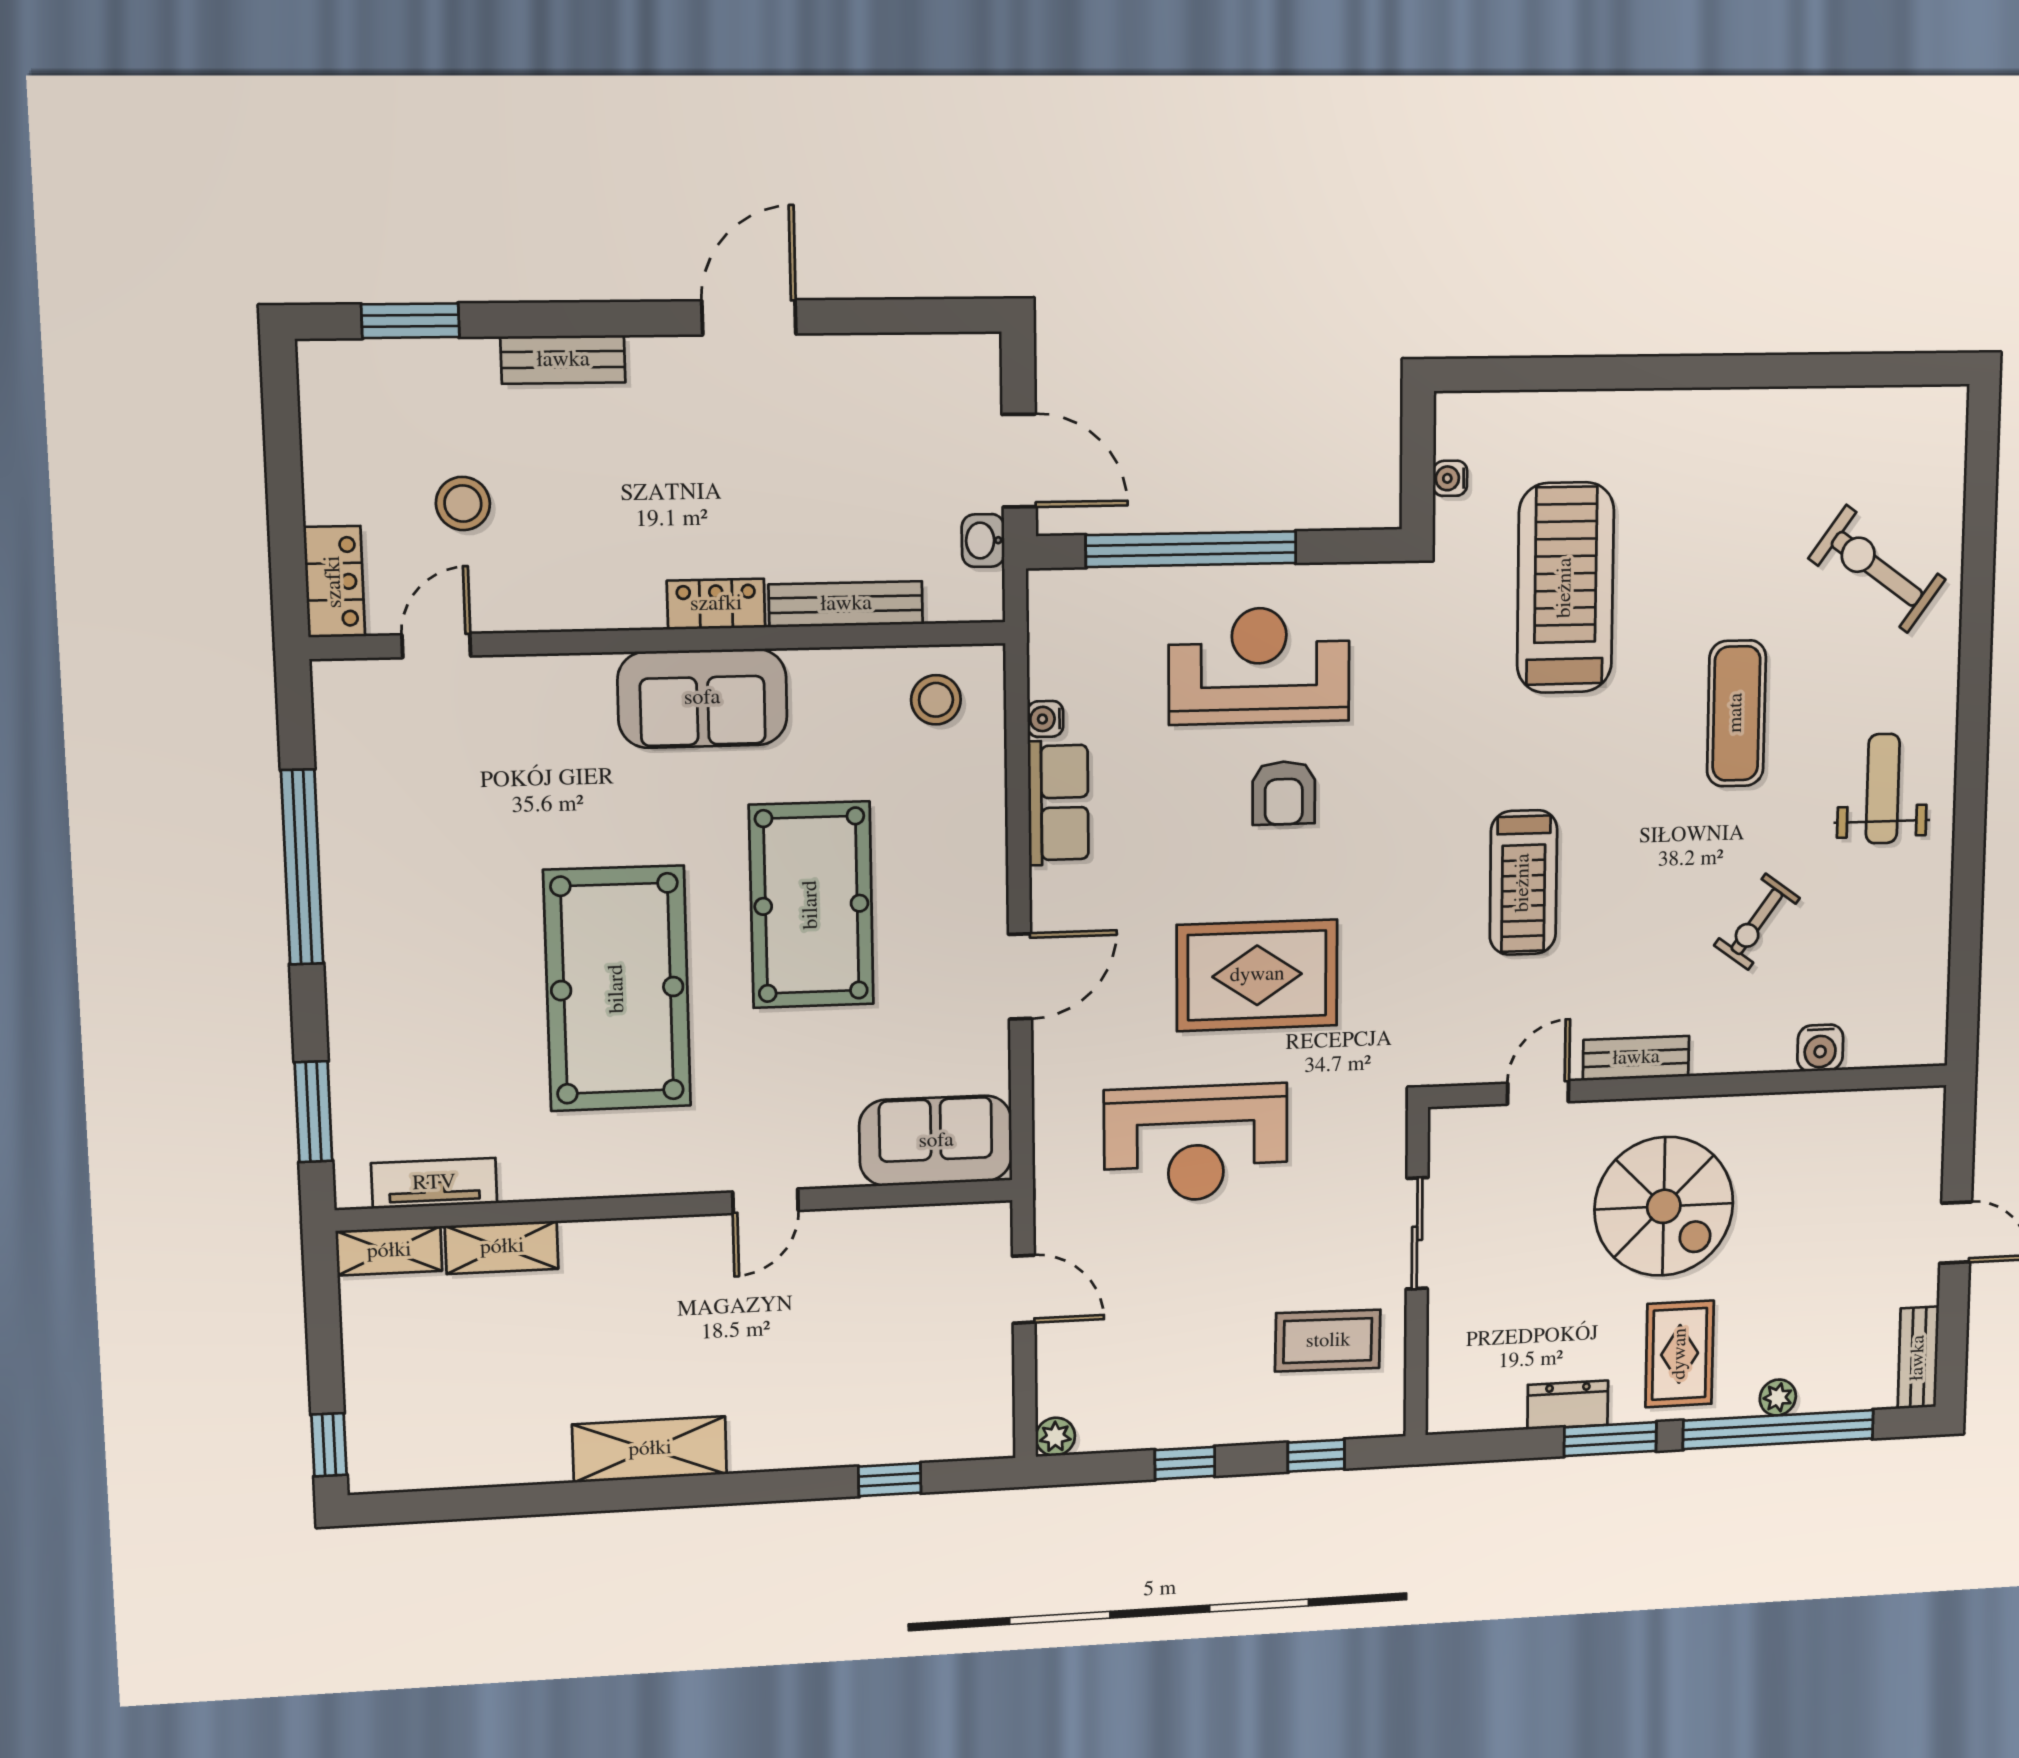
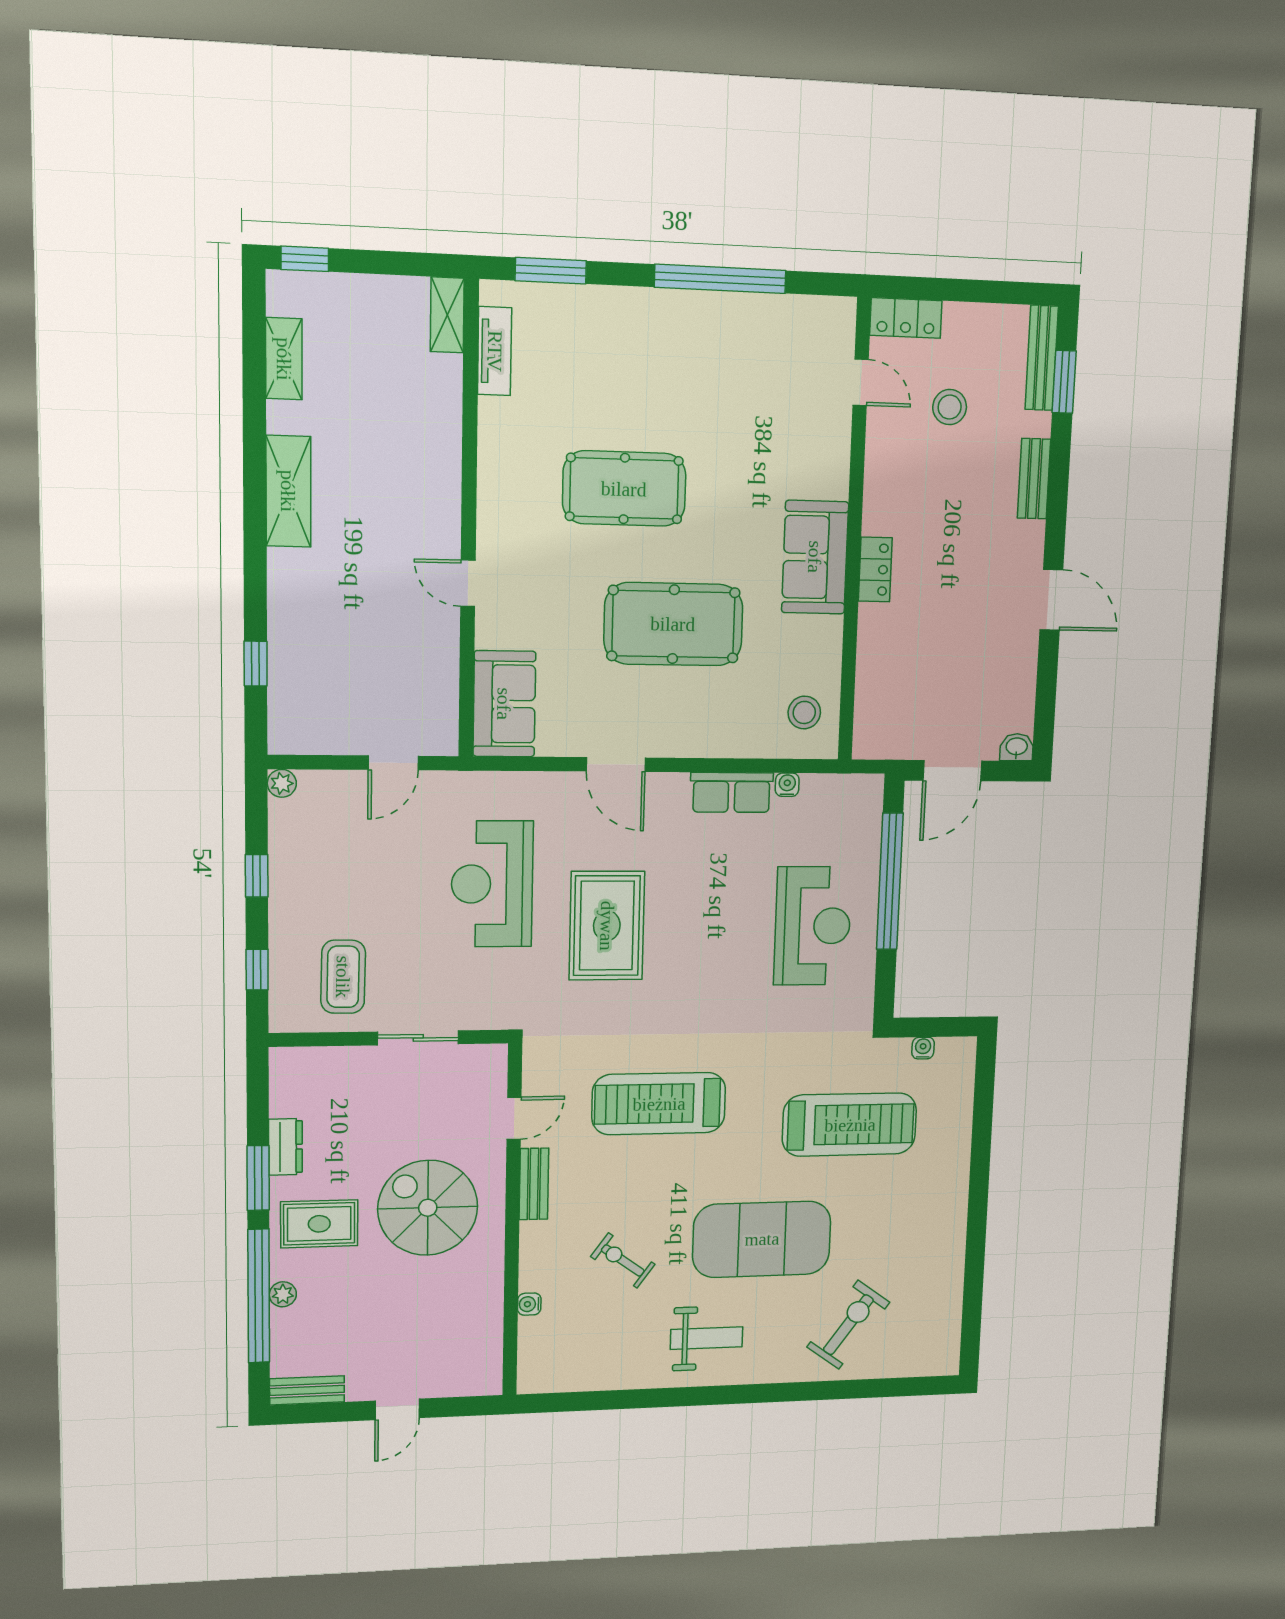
washbasin: (983, 540) -> (1017, 747), moved
bench: (846, 604) -> (1042, 358), moved
exercise mat: (1736, 713) -> (762, 1239), width x2.00, depth x1.45
armchair: (1284, 793) -> (729, 943), removed
treadmill: (1523, 883) -> (659, 1104), width x1.37, depth x1.38
pool table: (617, 989) -> (624, 489), width x0.73, depth x0.76
water cooler: (1820, 1048) -> (529, 1304), width x0.72, depth x0.72
door: (1538, 1092) -> (514, 1118), hinge flipped
spiral stairs: (1664, 1206) -> (428, 1208), turned 90
shelving: (502, 1247) -> (284, 359), moved

